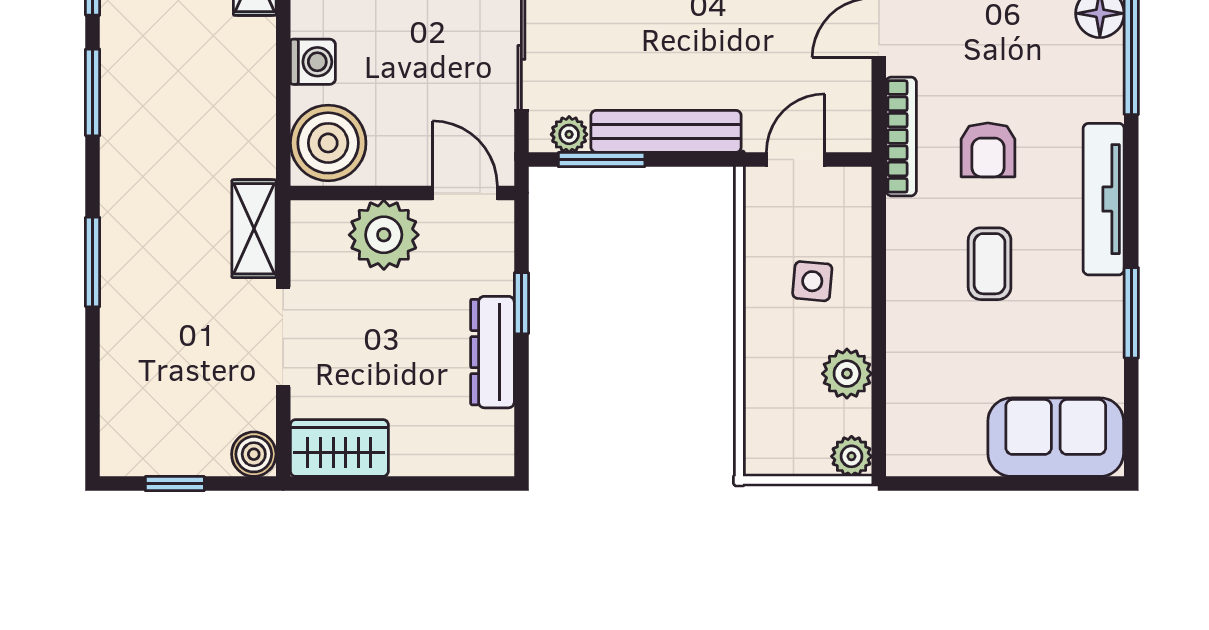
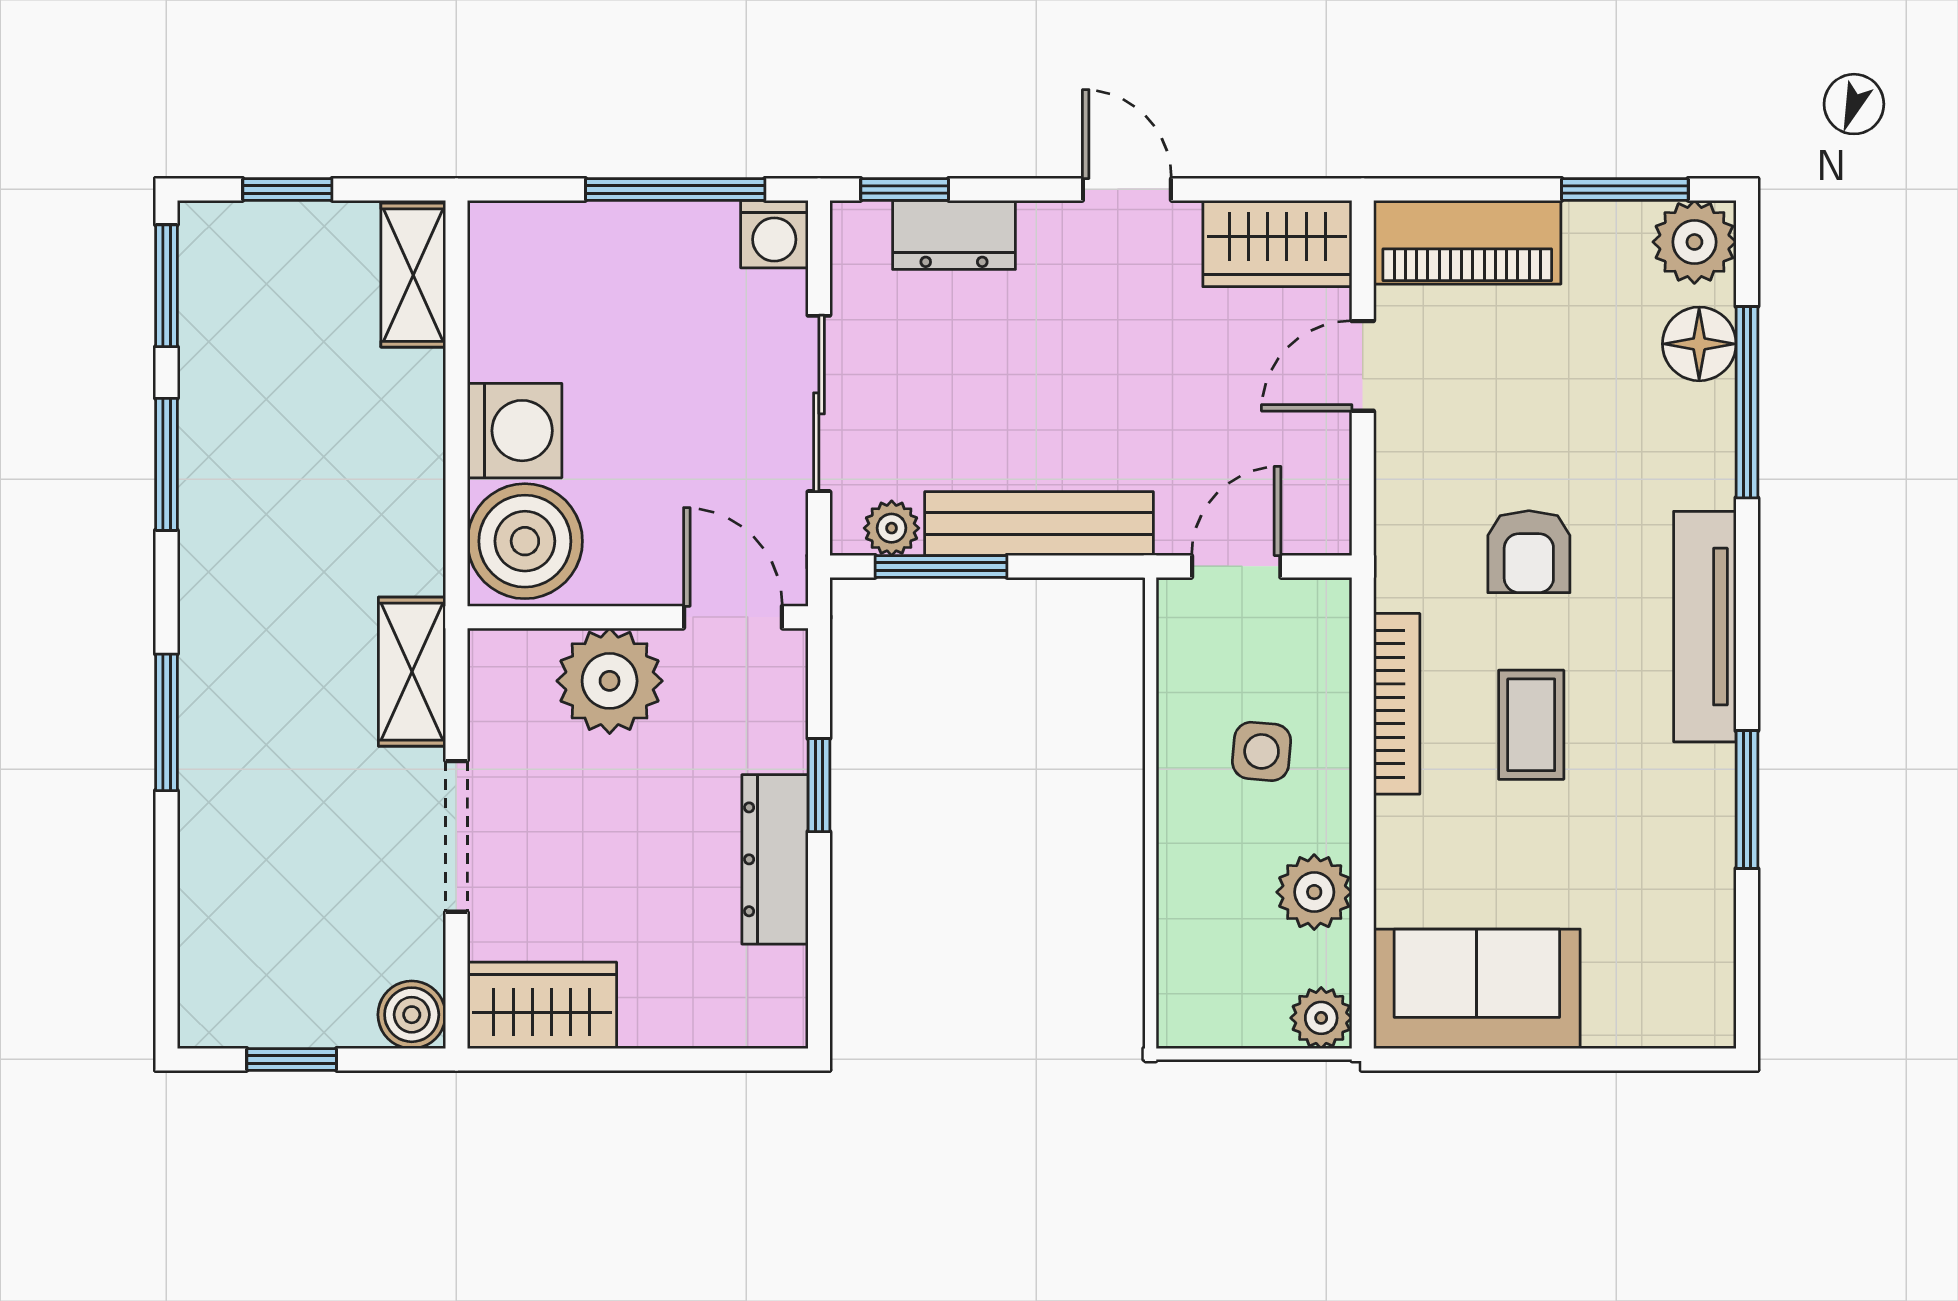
washing machine: (313, 62) -> (515, 431), width x1.38, depth x1.38
bookcase: (901, 136) -> (1397, 704), moved
sofa: (1056, 437) -> (1477, 989), moved

